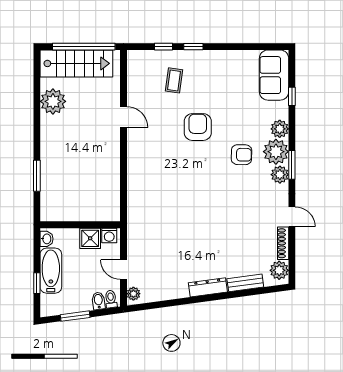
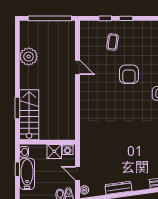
stairs: (76, 63) -> (29, 115), moved, turned -90
armchair: (198, 127) -> (129, 74), turned 180
window: (37, 283) -> (17, 169), moved
dresser: (208, 287) -> (118, 188), moved

